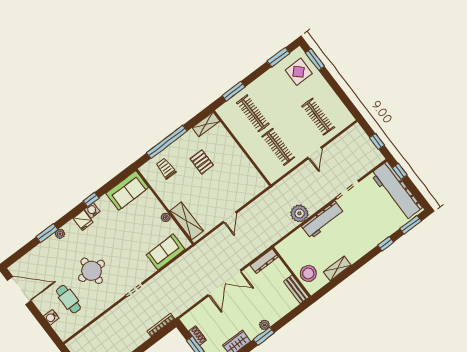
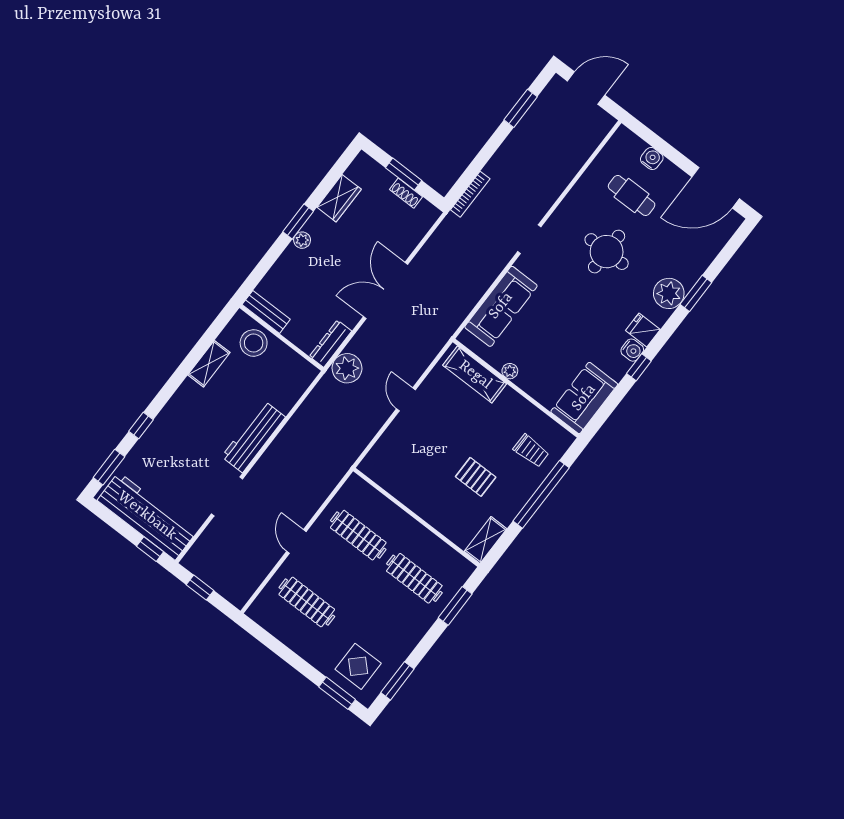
plant: (299, 213) -> (347, 368), moved
plant: (60, 234) -> (669, 293), width x1.87, depth x1.87
sofa: (166, 252) -> (501, 306), width x1.36

